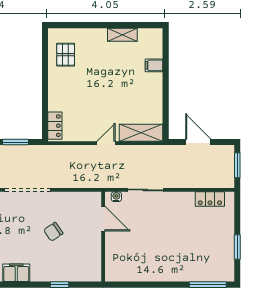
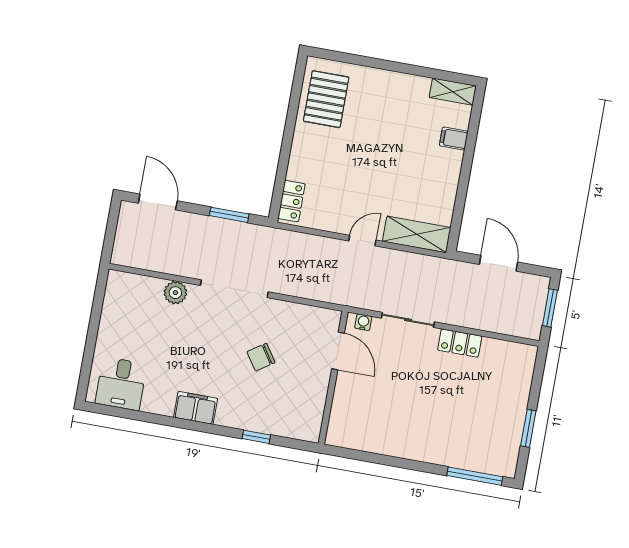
shelving: (122, 35) -> (453, 92), moved
pallet: (66, 55) -> (326, 99), width x1.50, depth x1.42
locker: (210, 199) -> (460, 343), moved

